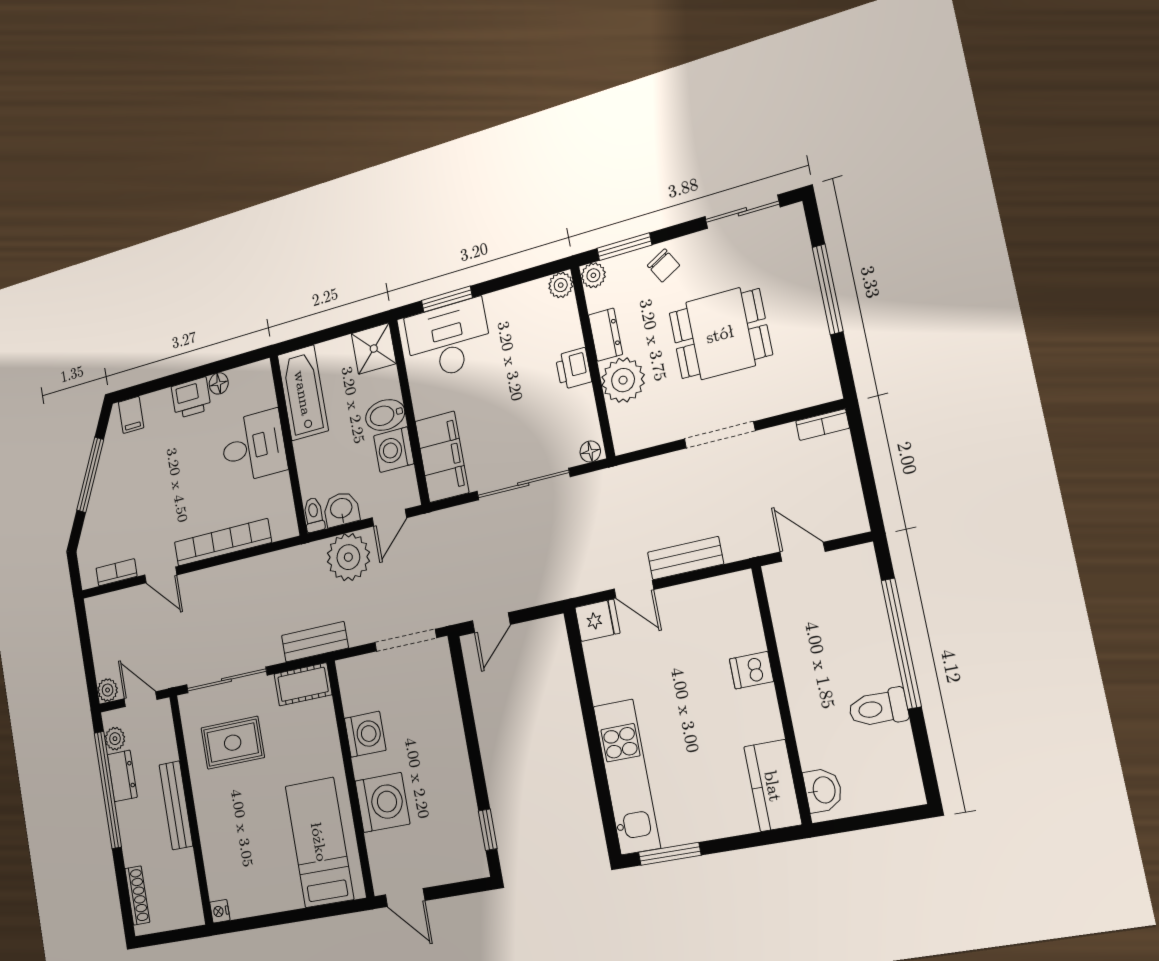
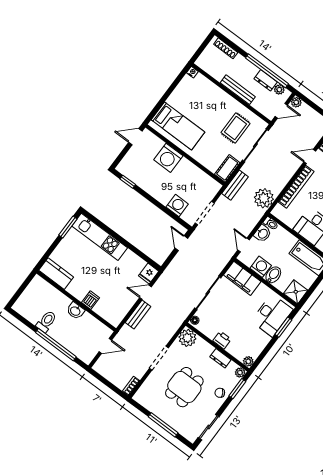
plant: (623, 380) -> (187, 338), moved
plant: (348, 557) -> (264, 198), moved
washing machine: (365, 734) -> (177, 206), moved, turned 180
washbasin: (823, 790) -> (75, 311), moved

